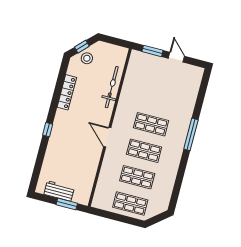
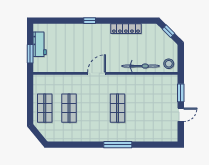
stool: (87, 58) -> (169, 64), moved
shop shelf: (144, 151) -> (93, 108), removed

